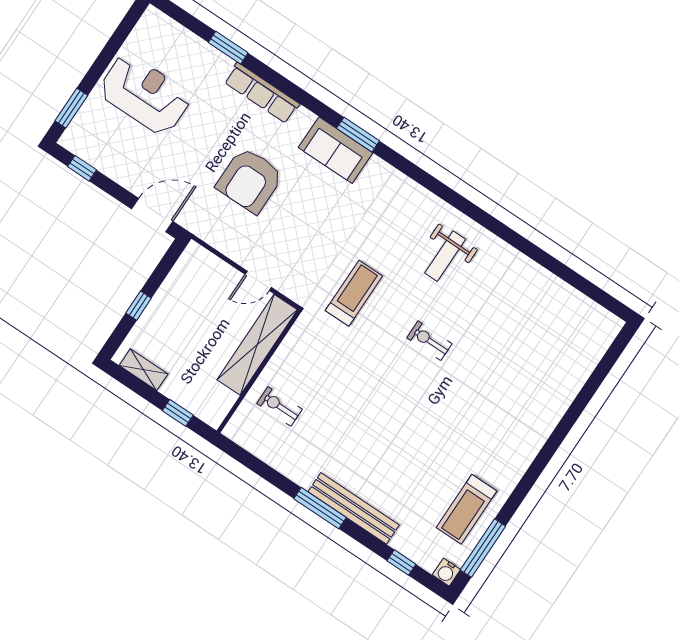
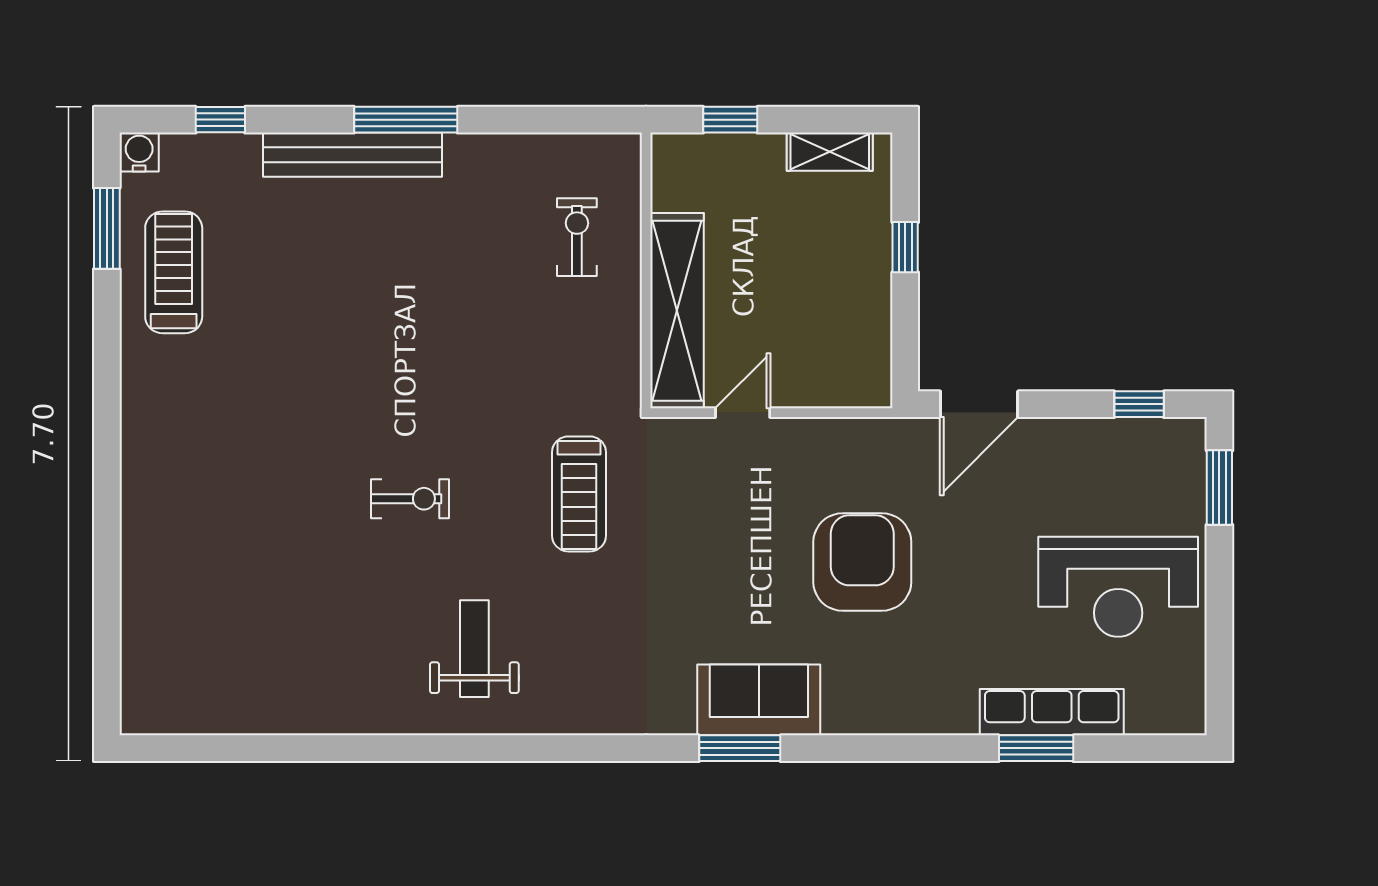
row of seats: (262, 93) -> (1052, 712), moved
exercise bike: (279, 406) -> (577, 237), turned -90
window: (483, 548) -> (107, 228), width x0.69

